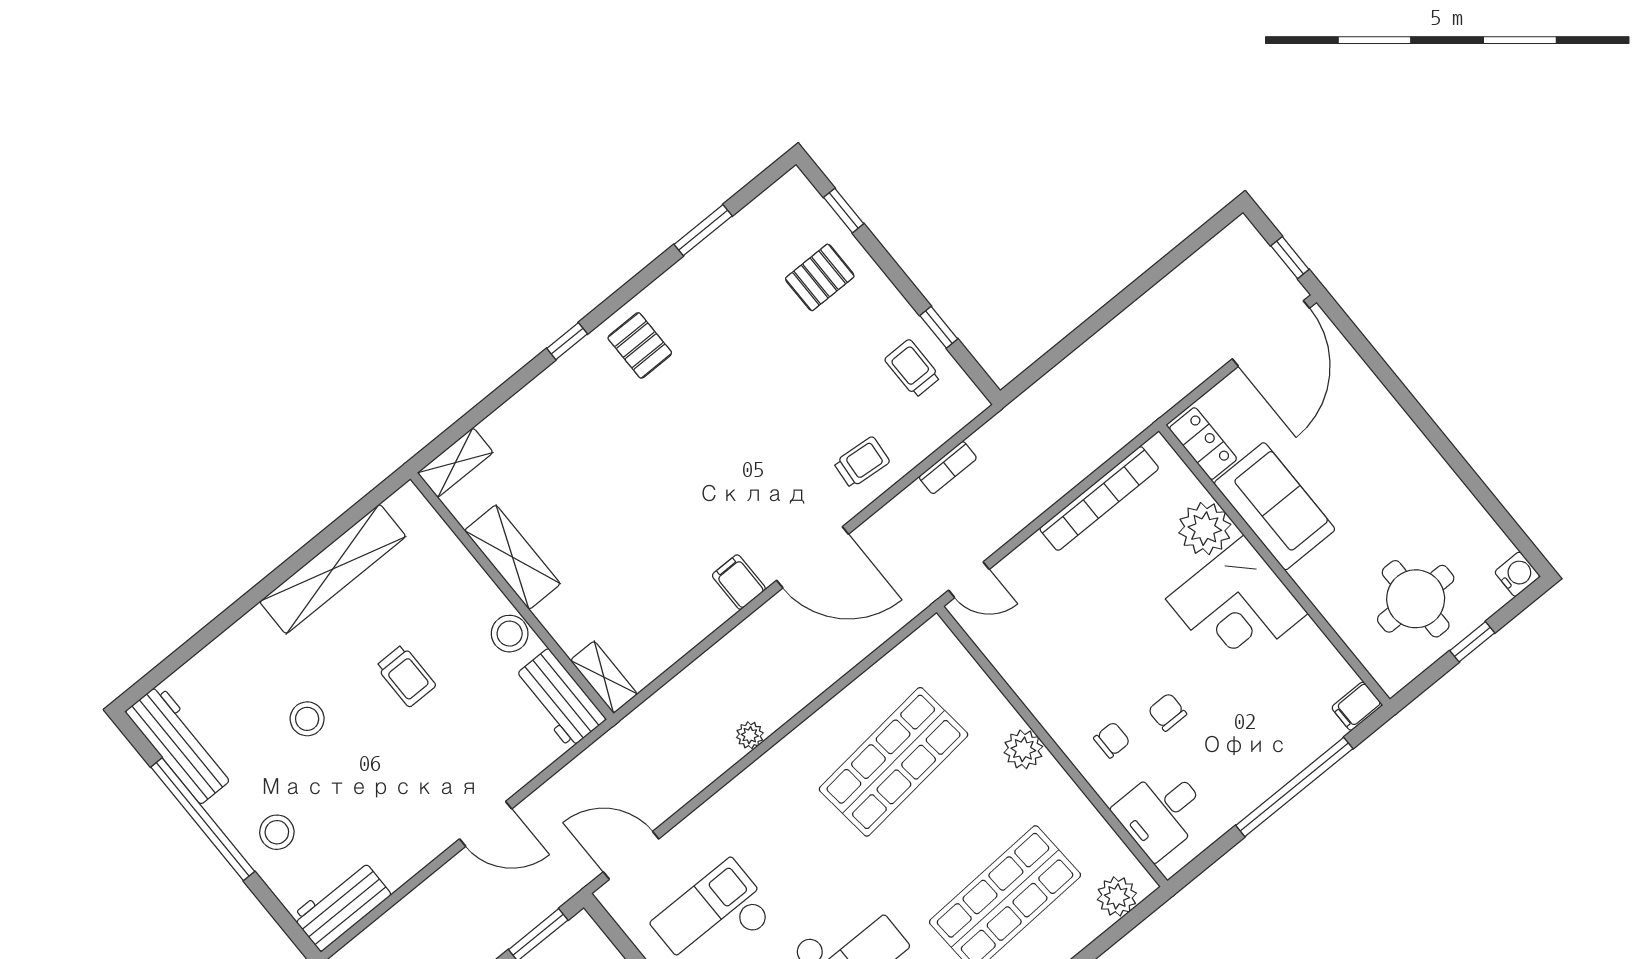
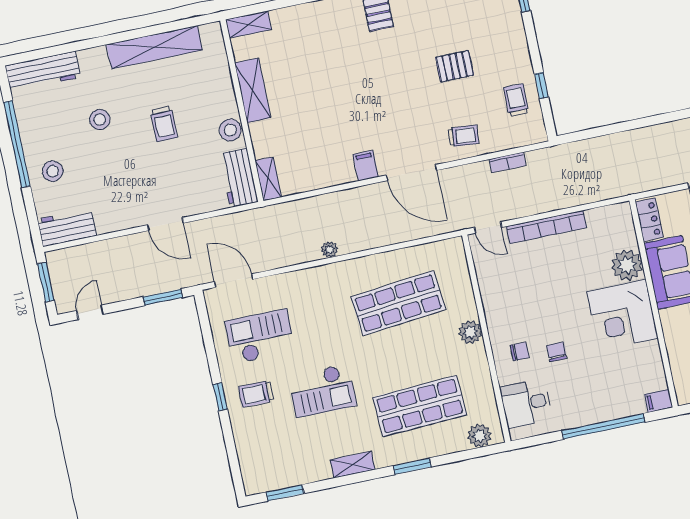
pallet: (820, 277) -> (455, 66), moved
bookcase: (1099, 498) -> (547, 227), moved
workbench: (180, 744) -> (43, 71), moved, turned 90

